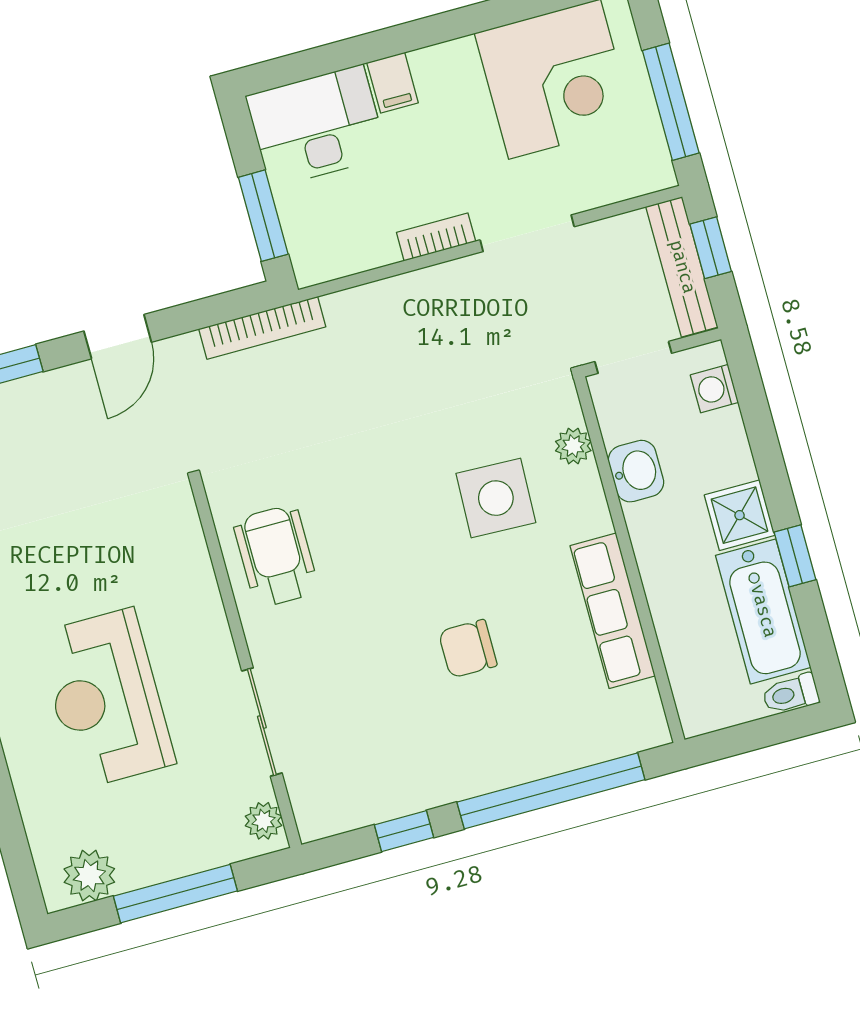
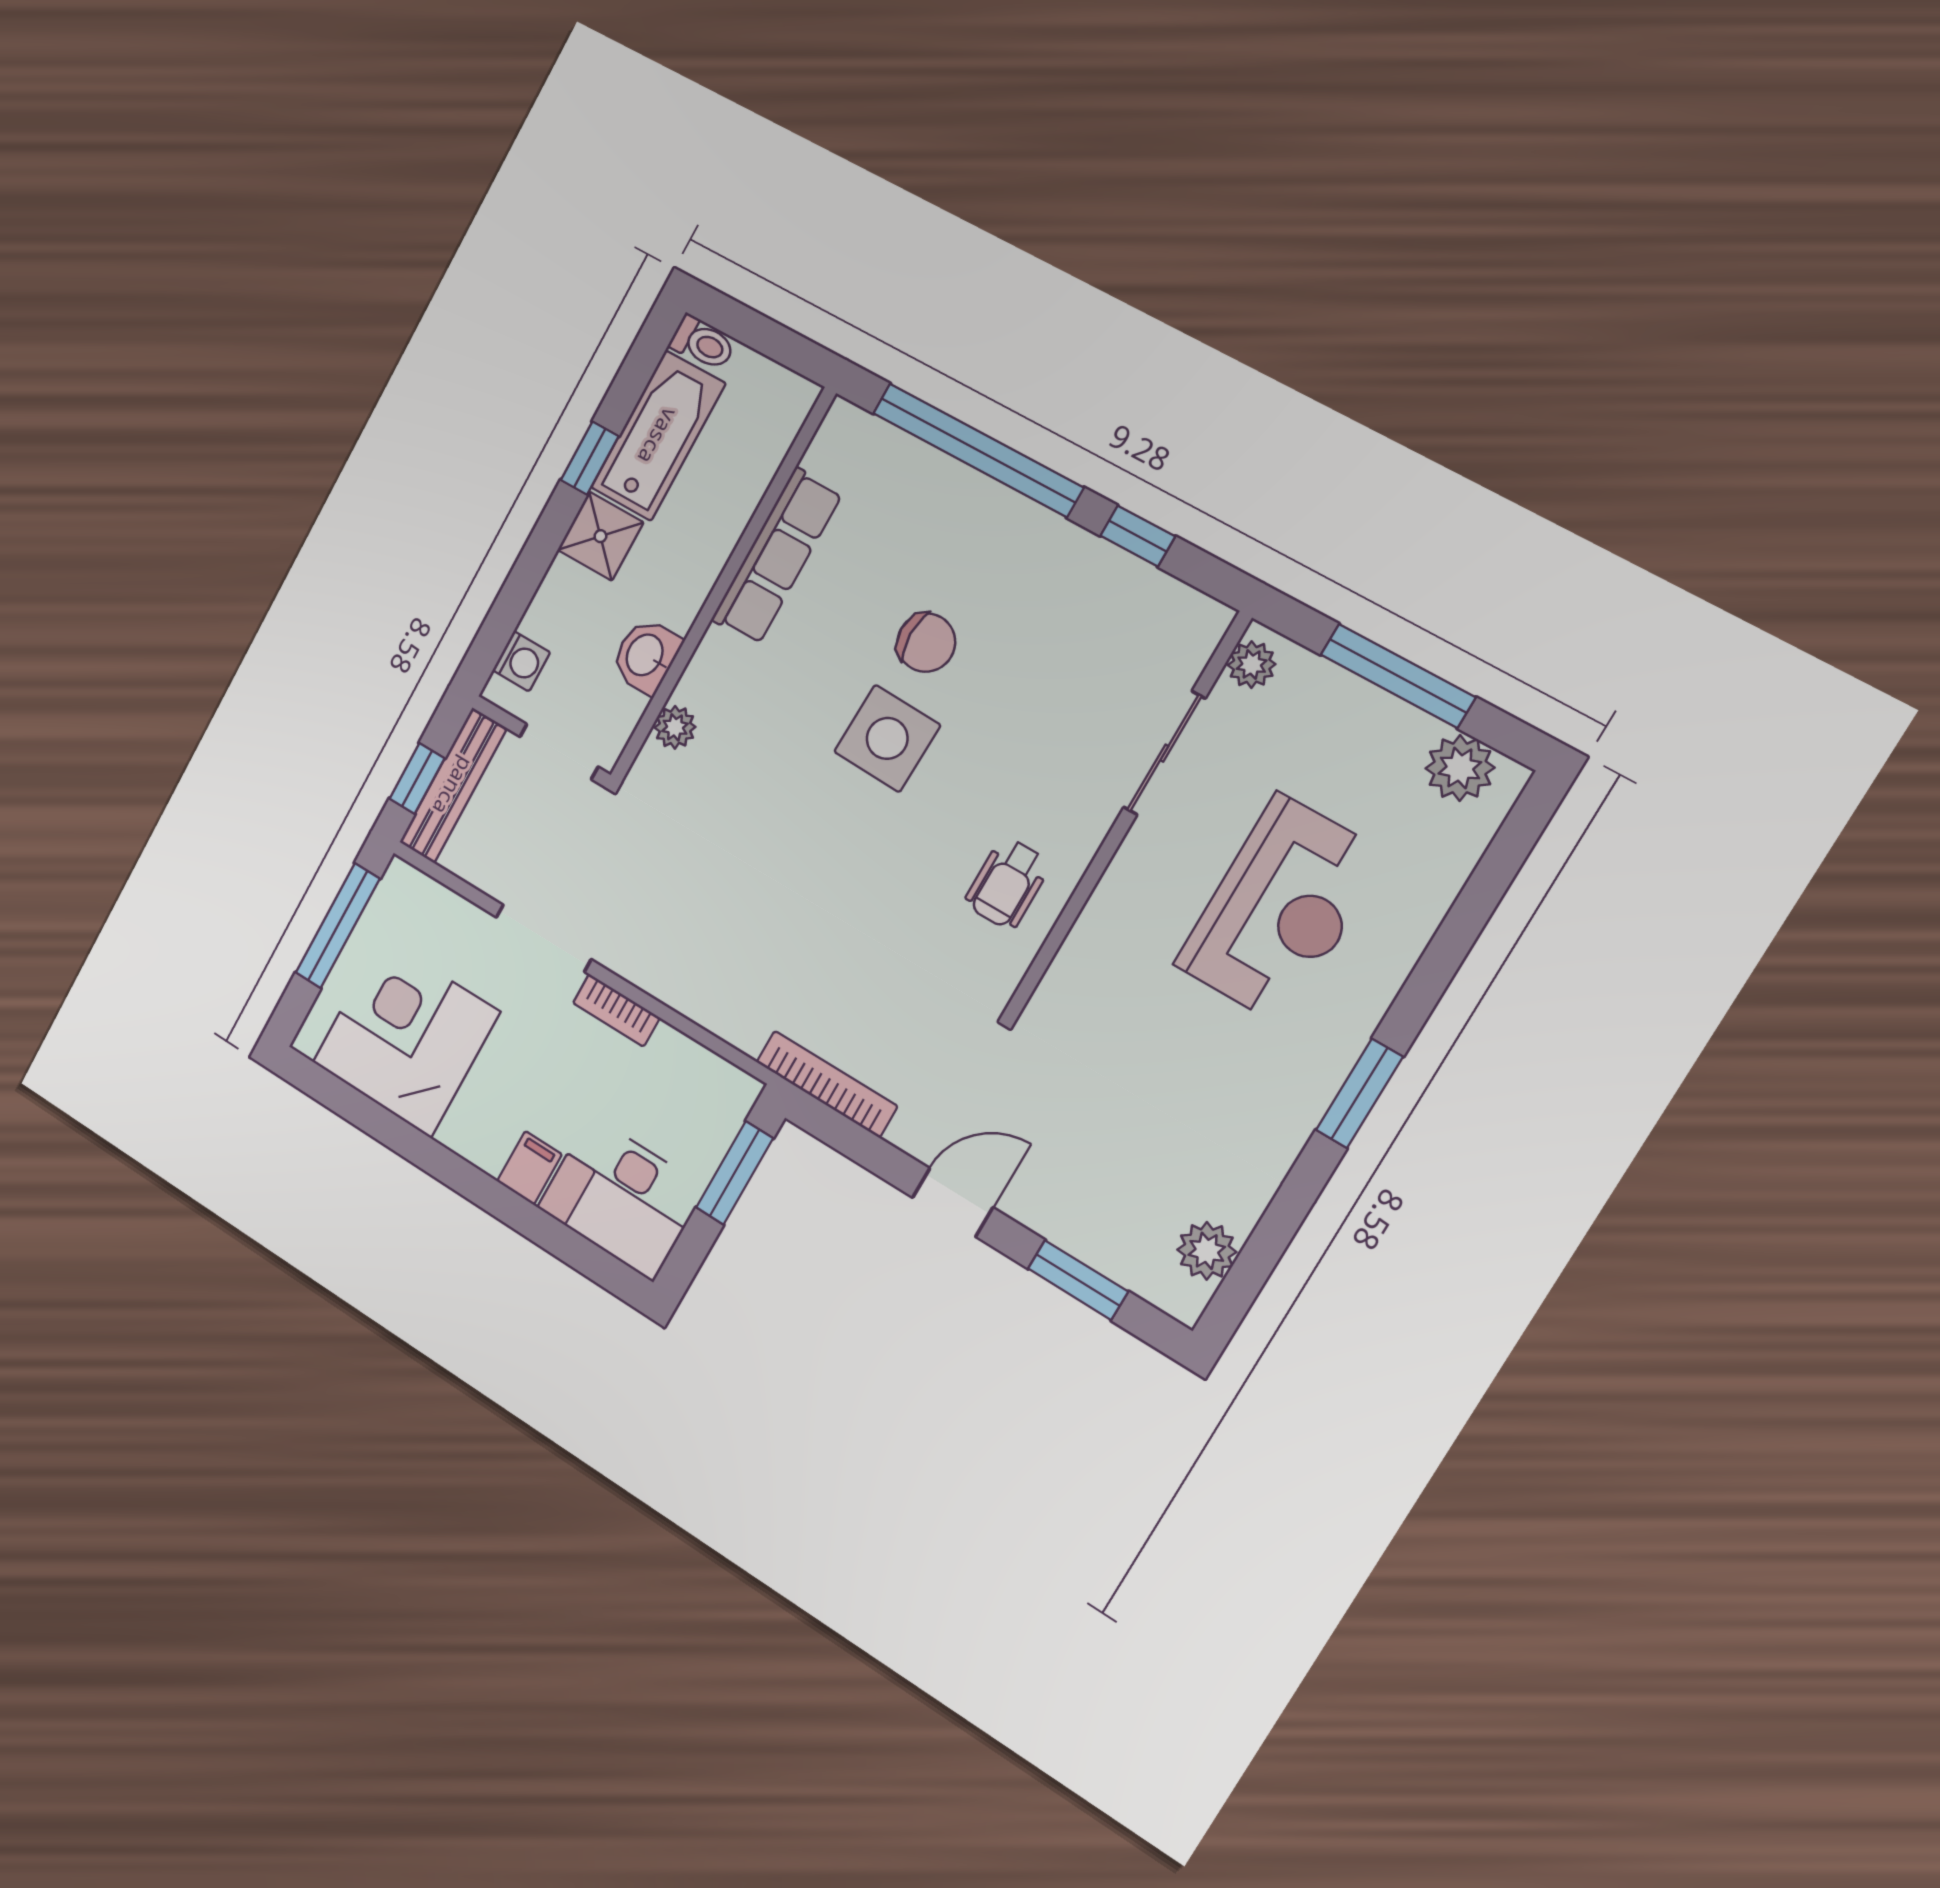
side table: (496, 498) -> (887, 738), moved
wheelchair: (276, 556) -> (1007, 883), width x0.73, depth x0.73

